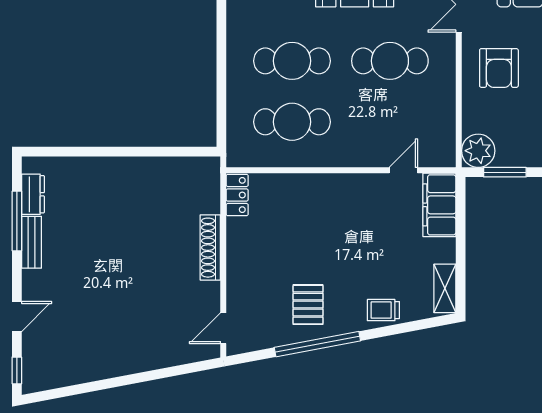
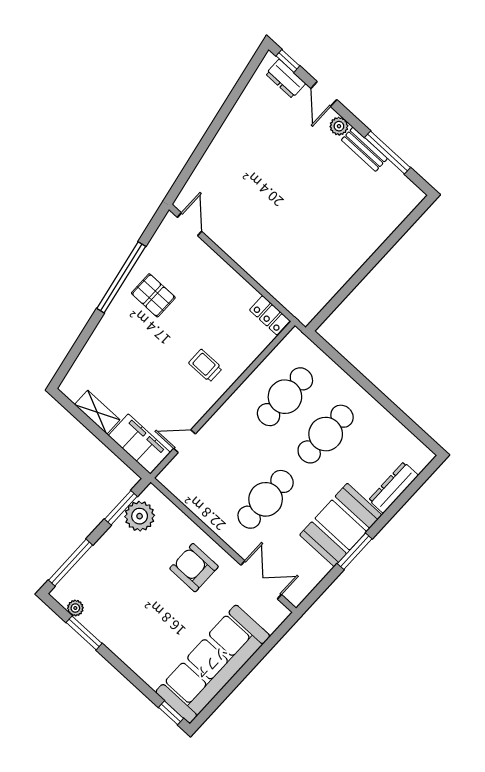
plant: (478, 151) -> (140, 516), moved
door: (403, 170) -> (184, 441), swing flipped
dresser: (33, 194) -> (286, 79), moved
shoe rack: (210, 248) -> (251, 265), removed
plant: (32, 280) -> (339, 126), added
shelving: (445, 288) -> (97, 412), moved
trolley: (383, 310) -> (205, 366), moved, turned -90

